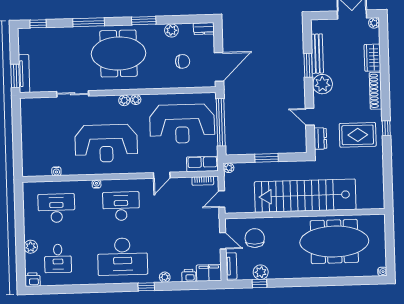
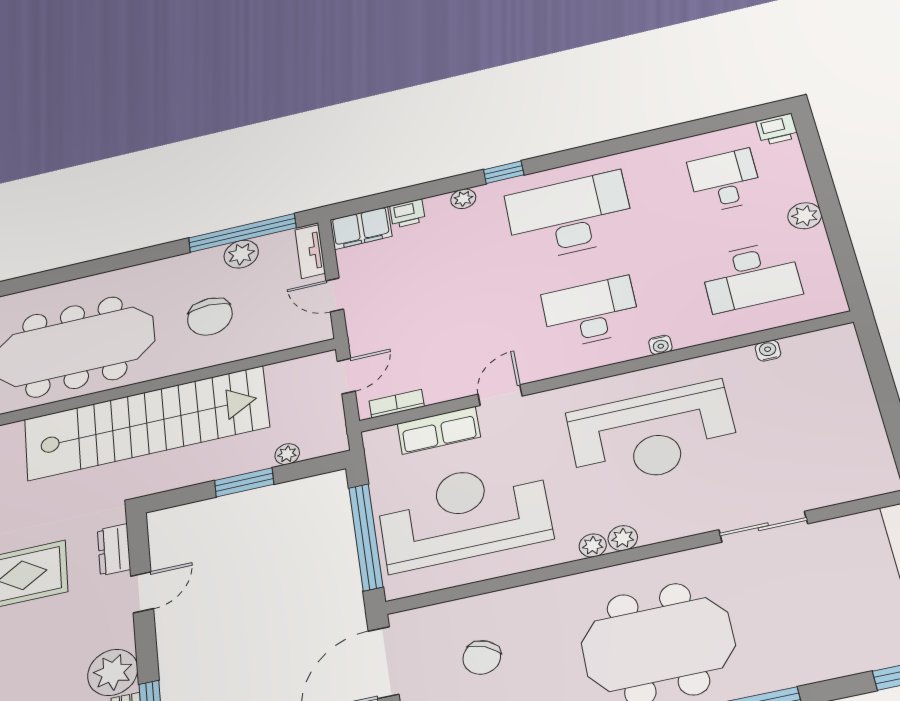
chair: (183, 61) -> (482, 657), turned -64
door: (310, 117) -> (142, 592), hinge flipped
reception desk: (106, 143) -> (652, 434), turned 180
row of seats: (202, 164) -> (439, 430), moved
plant: (229, 168) -> (287, 454), moved
desk: (121, 206) -> (591, 312), turned 180
chair: (255, 238) -> (210, 317), moved
plant: (31, 247) -> (805, 216), moved
window: (260, 283) -> (242, 233), width x3.17

